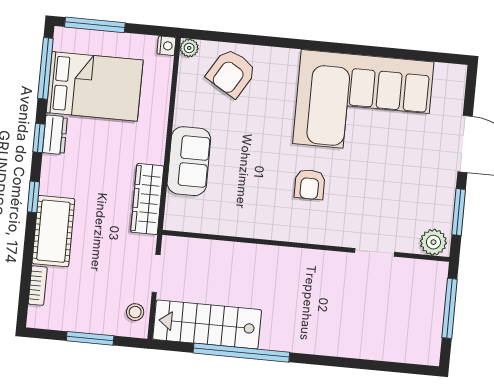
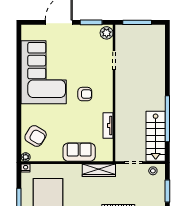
tv unit: (239, 227) -> (108, 126), added

